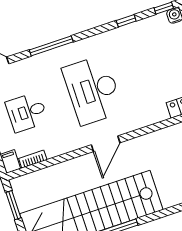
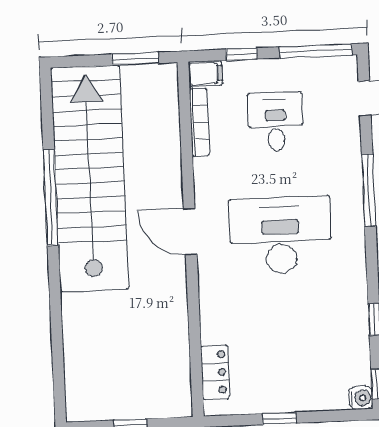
bookcase: (33, 159) -> (199, 122), width x1.56

